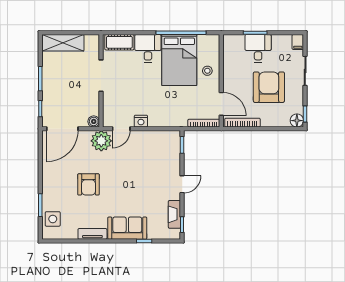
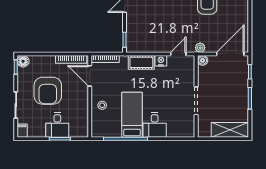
cot: (119, 42) -> (141, 62), moved
bed: (179, 60) -> (132, 115), width x0.67
plant: (101, 141) -> (200, 48), width x0.53, depth x0.53

